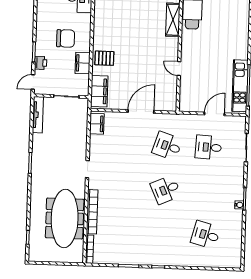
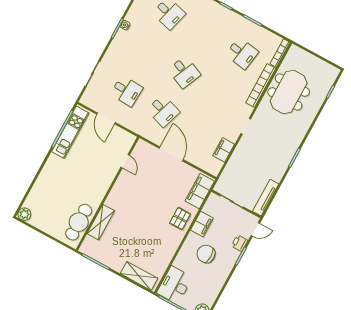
pallet: (104, 58) -> (180, 219), turned 90
door: (179, 69) -> (125, 161), moved
door: (141, 111) -> (171, 154), swing flipped
door: (214, 114) -> (106, 118), hinge flipped
filing cabinet: (97, 124) -> (224, 150), moved
desk: (166, 190) -> (184, 72), turned 48
meeting table: (65, 218) -> (289, 92), width x0.73
desk: (123, 232) -> (242, 53), added

